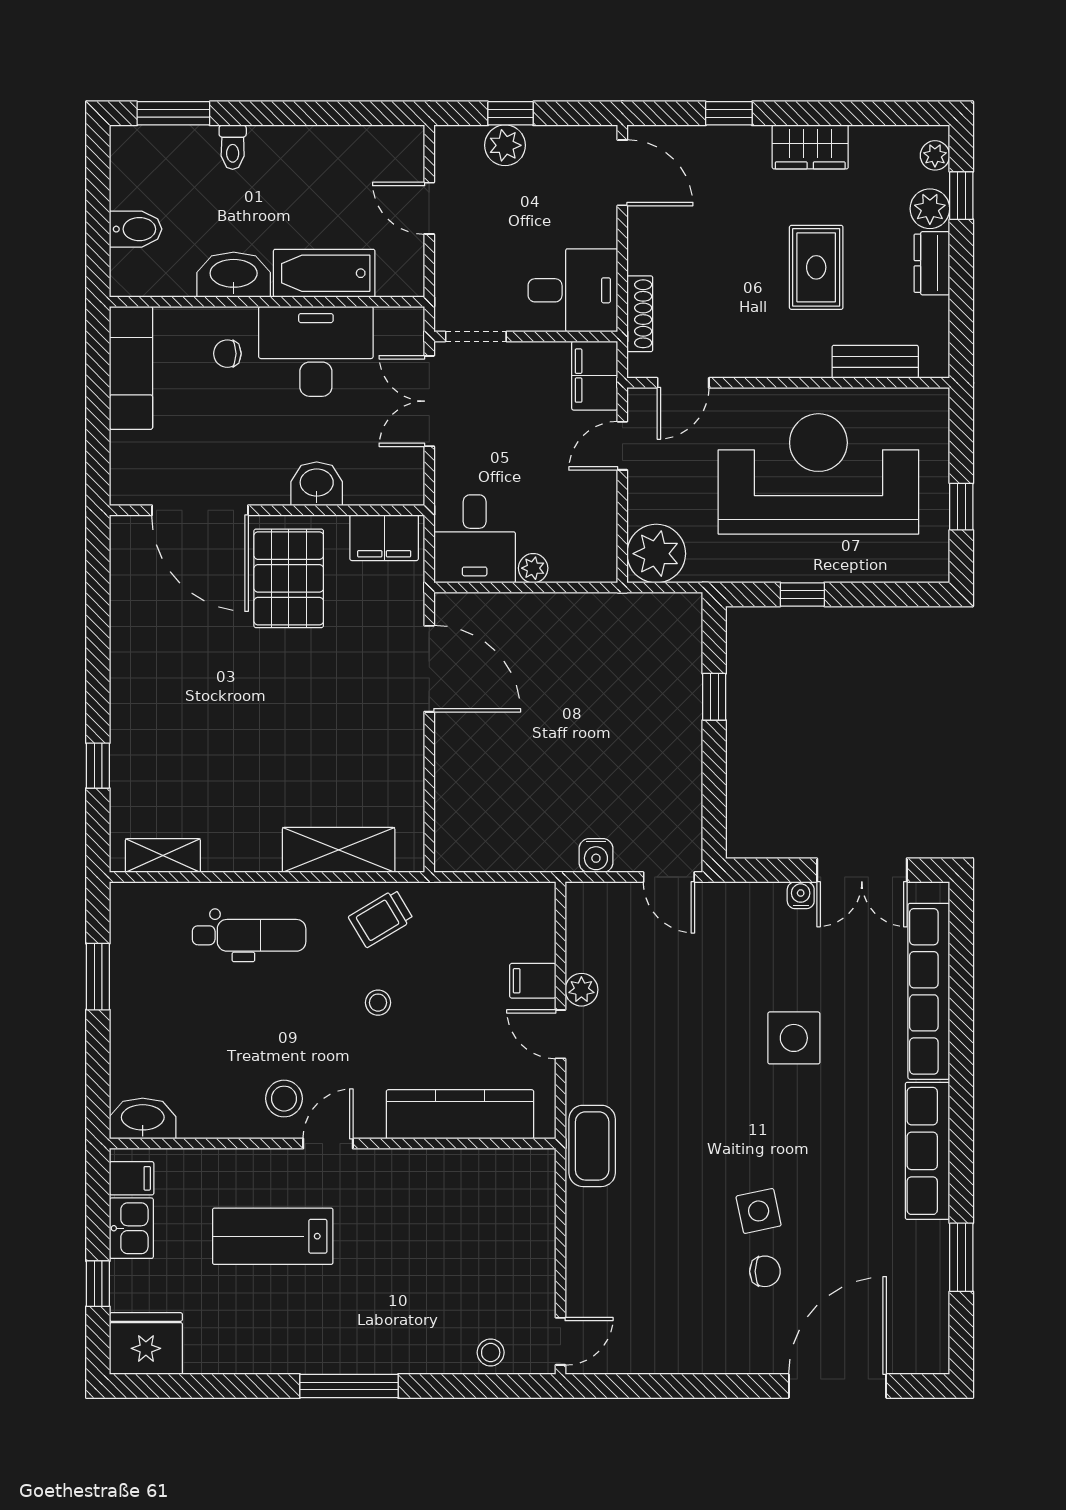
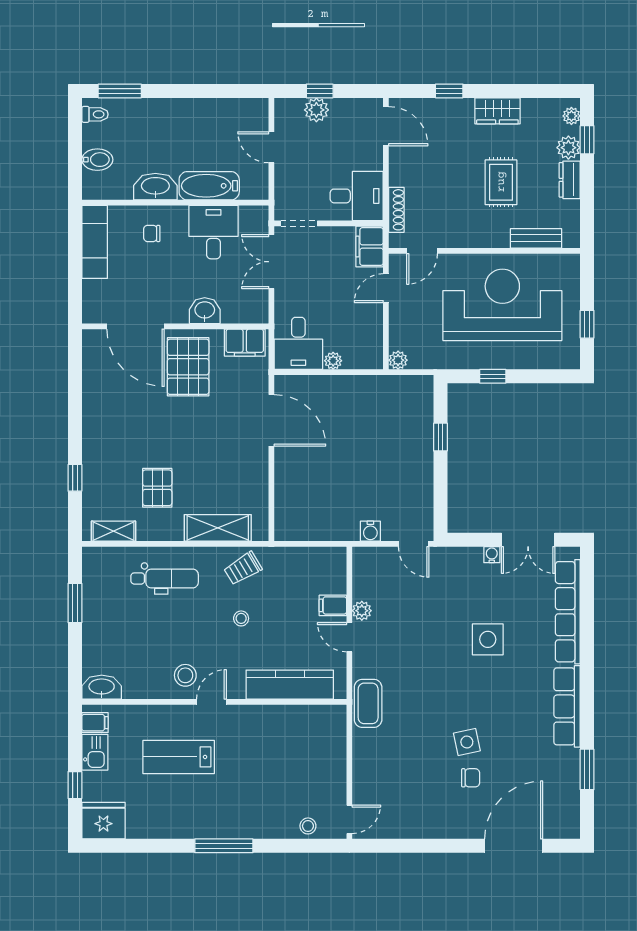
toilet: (233, 147) -> (95, 114), moved, turned -90
desk: (316, 351) -> (213, 232), width x0.73
plant: (656, 554) -> (398, 360), width x0.53, depth x0.53
pallet: (237, 782) -> (157, 488), added

